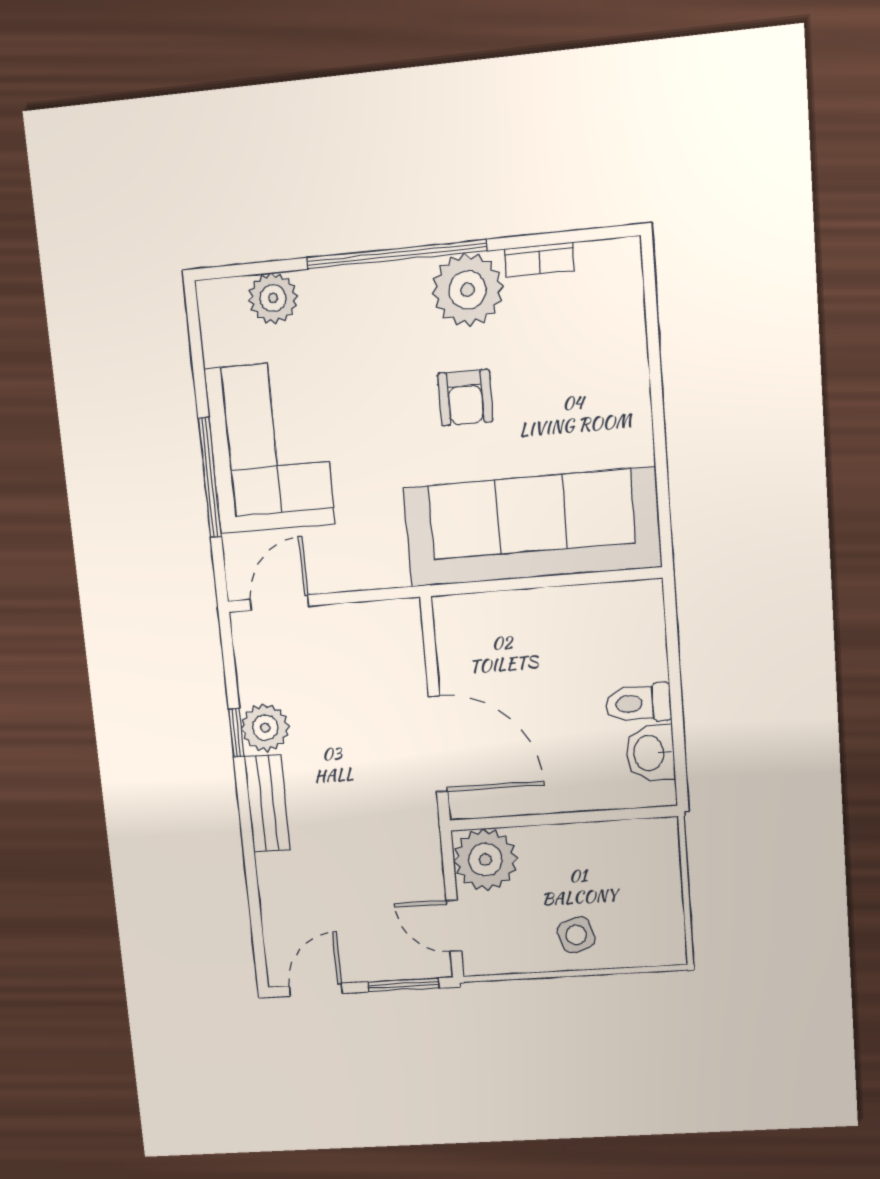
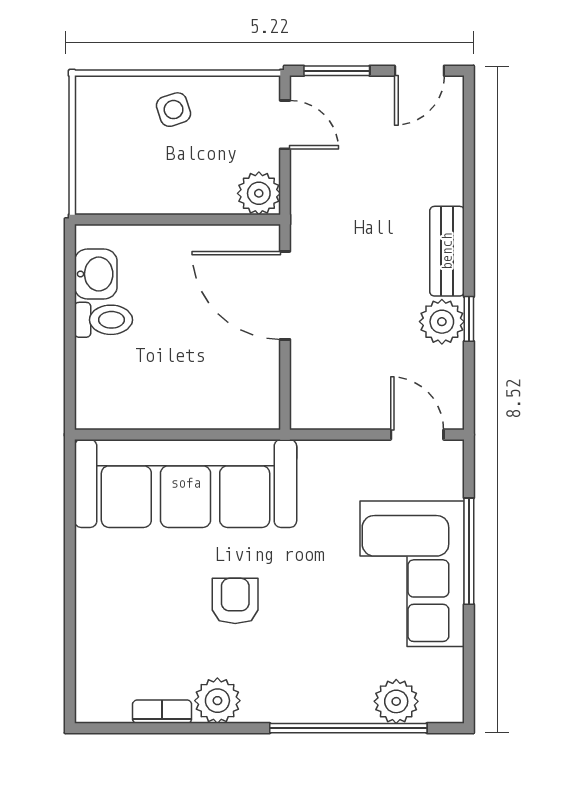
window: (396, 254) -> (348, 728), moved
plant: (468, 290) -> (217, 701), width x0.73, depth x0.73
door: (280, 603) -> (417, 435), swing flipped
plant: (485, 860) -> (259, 193), width x0.73, depth x0.73

